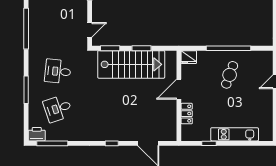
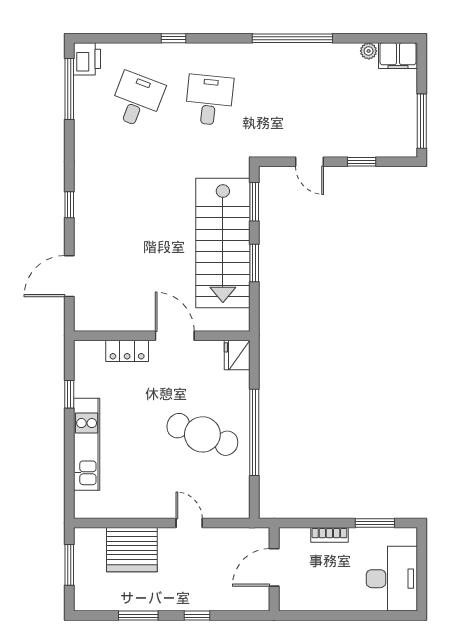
door: (90, 30) -> (309, 162), moved
cafe table: (230, 75) -> (202, 434), width x1.37, depth x1.35
window: (26, 90) -> (173, 38), width x0.46
desk: (58, 109) -> (137, 100), turned 39

